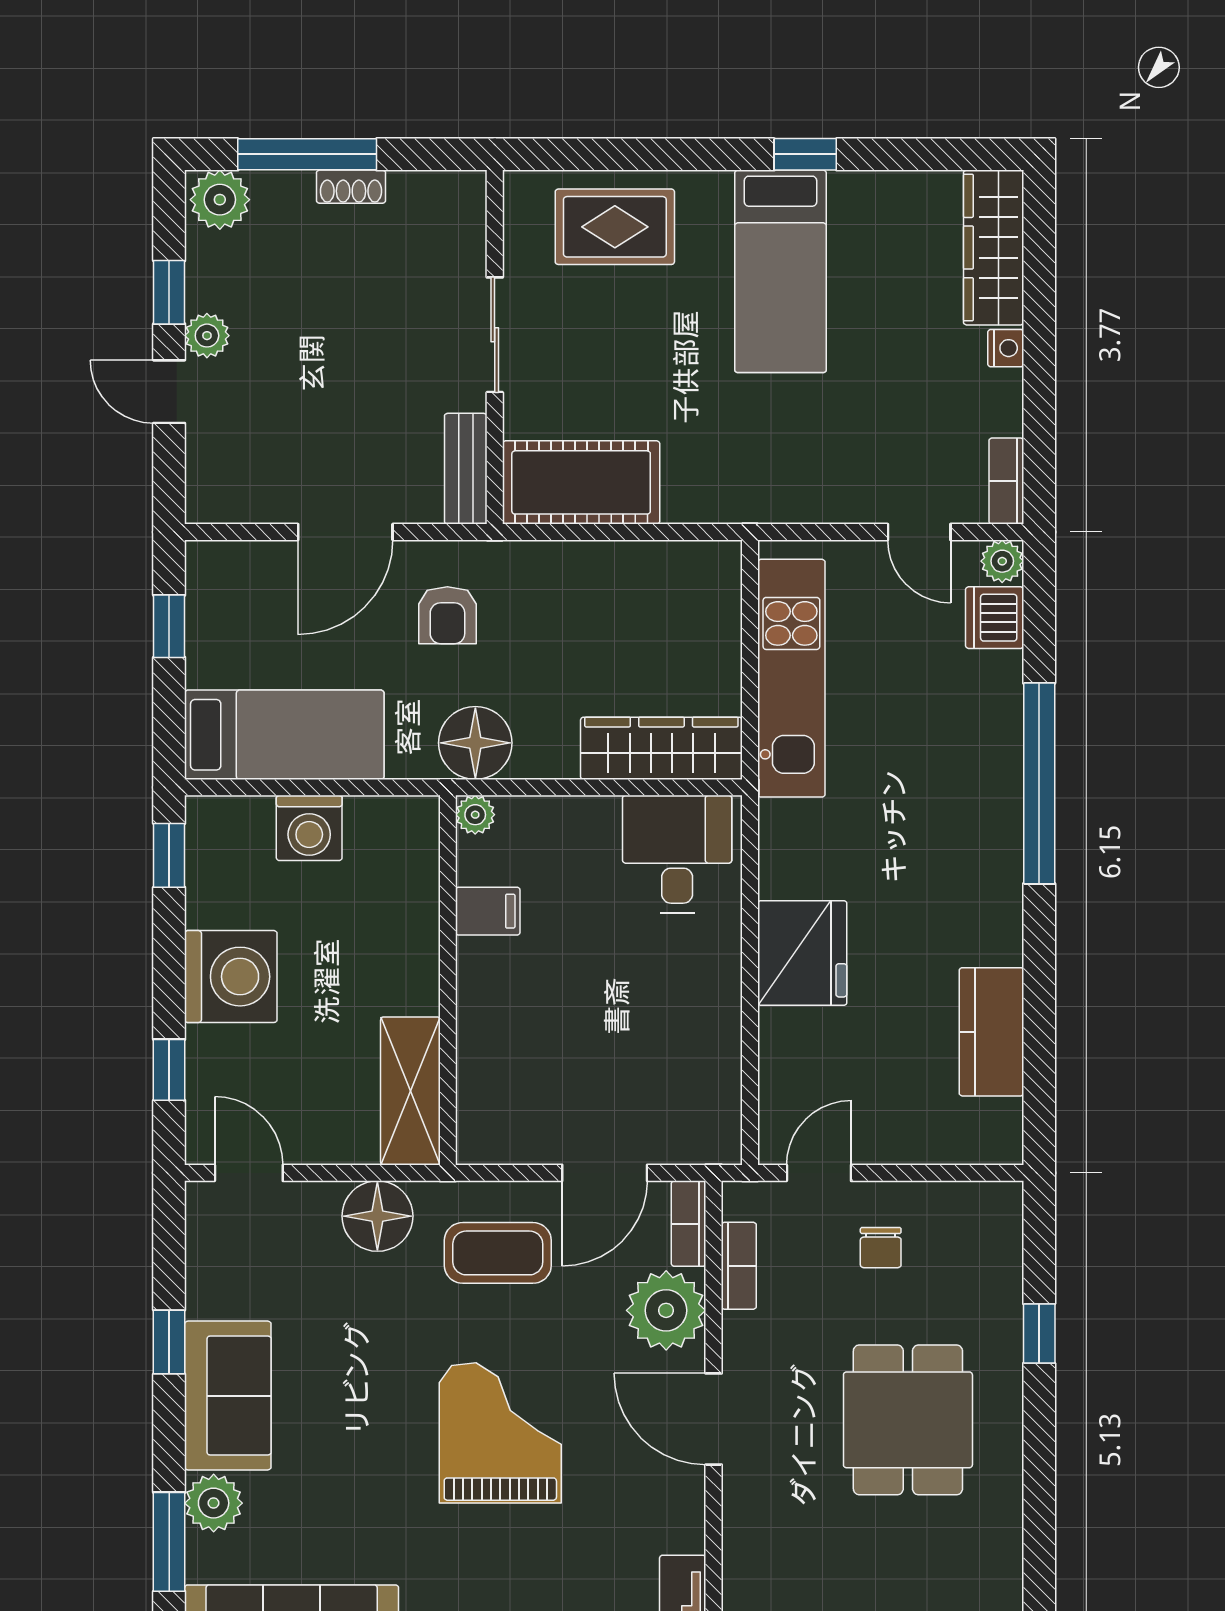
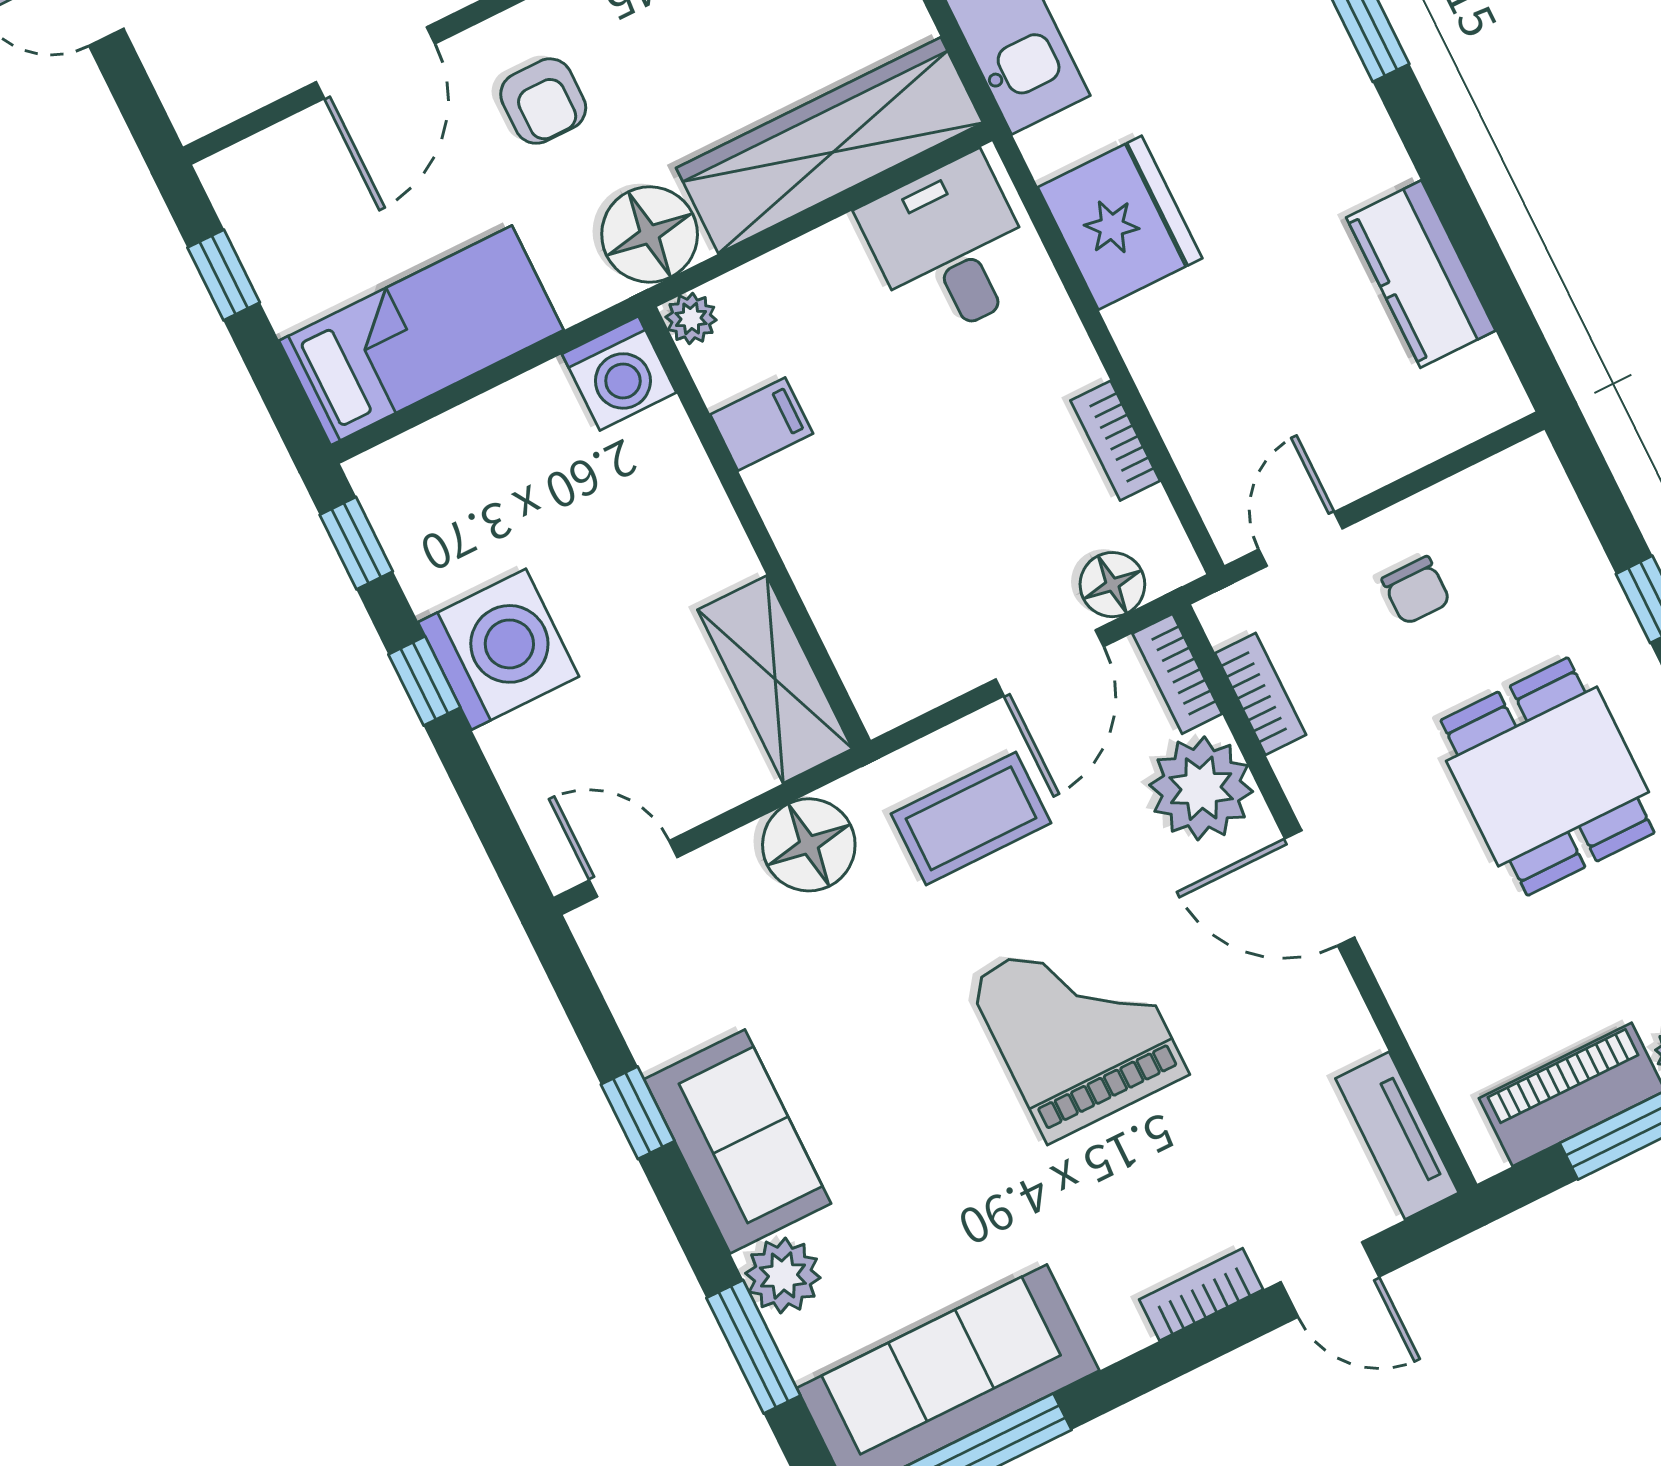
wardrobe: (661, 748) -> (830, 145), width x1.40, depth x1.17
washing machine: (309, 828) -> (619, 373), moved
fridge: (802, 953) -> (1120, 223), moved
bookcase: (725, 1043) -> (1115, 441), added
window: (169, 1070) -> (424, 681), moved
floor lamp: (674, 1140) -> (1112, 585), added

